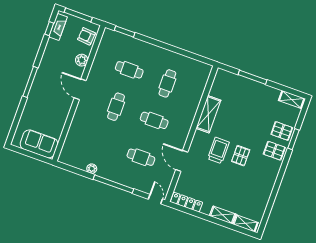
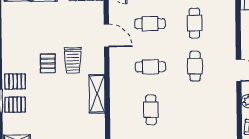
cafe table: (129, 70) -> (195, 23), moved, turned 90

